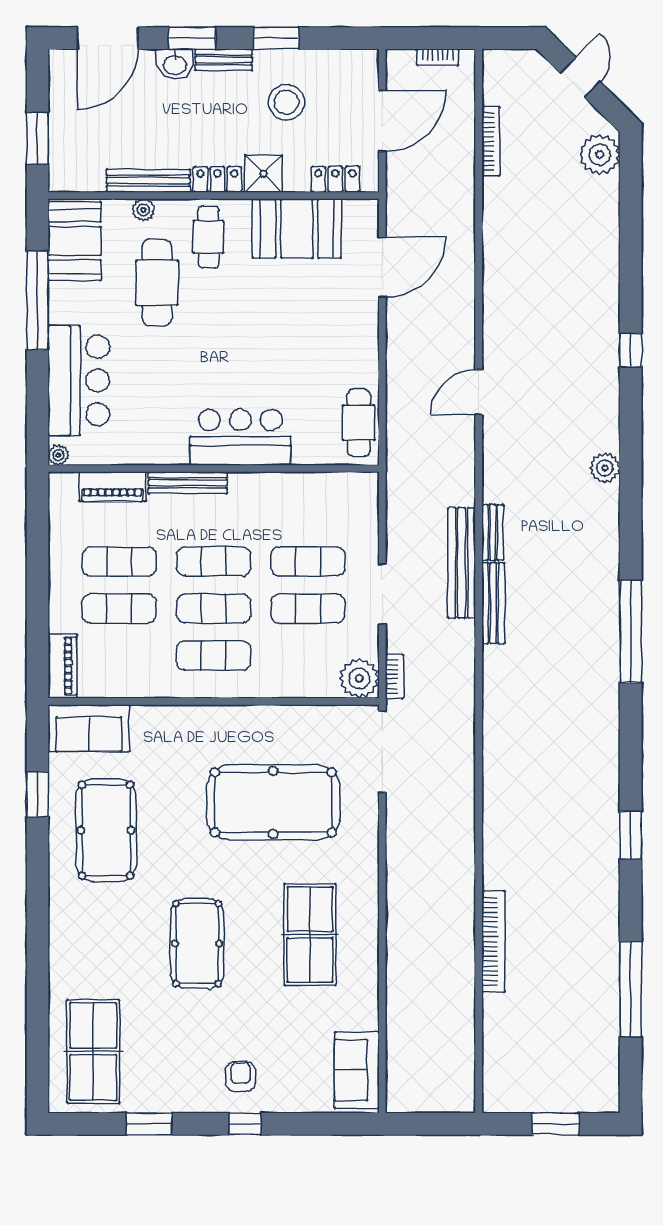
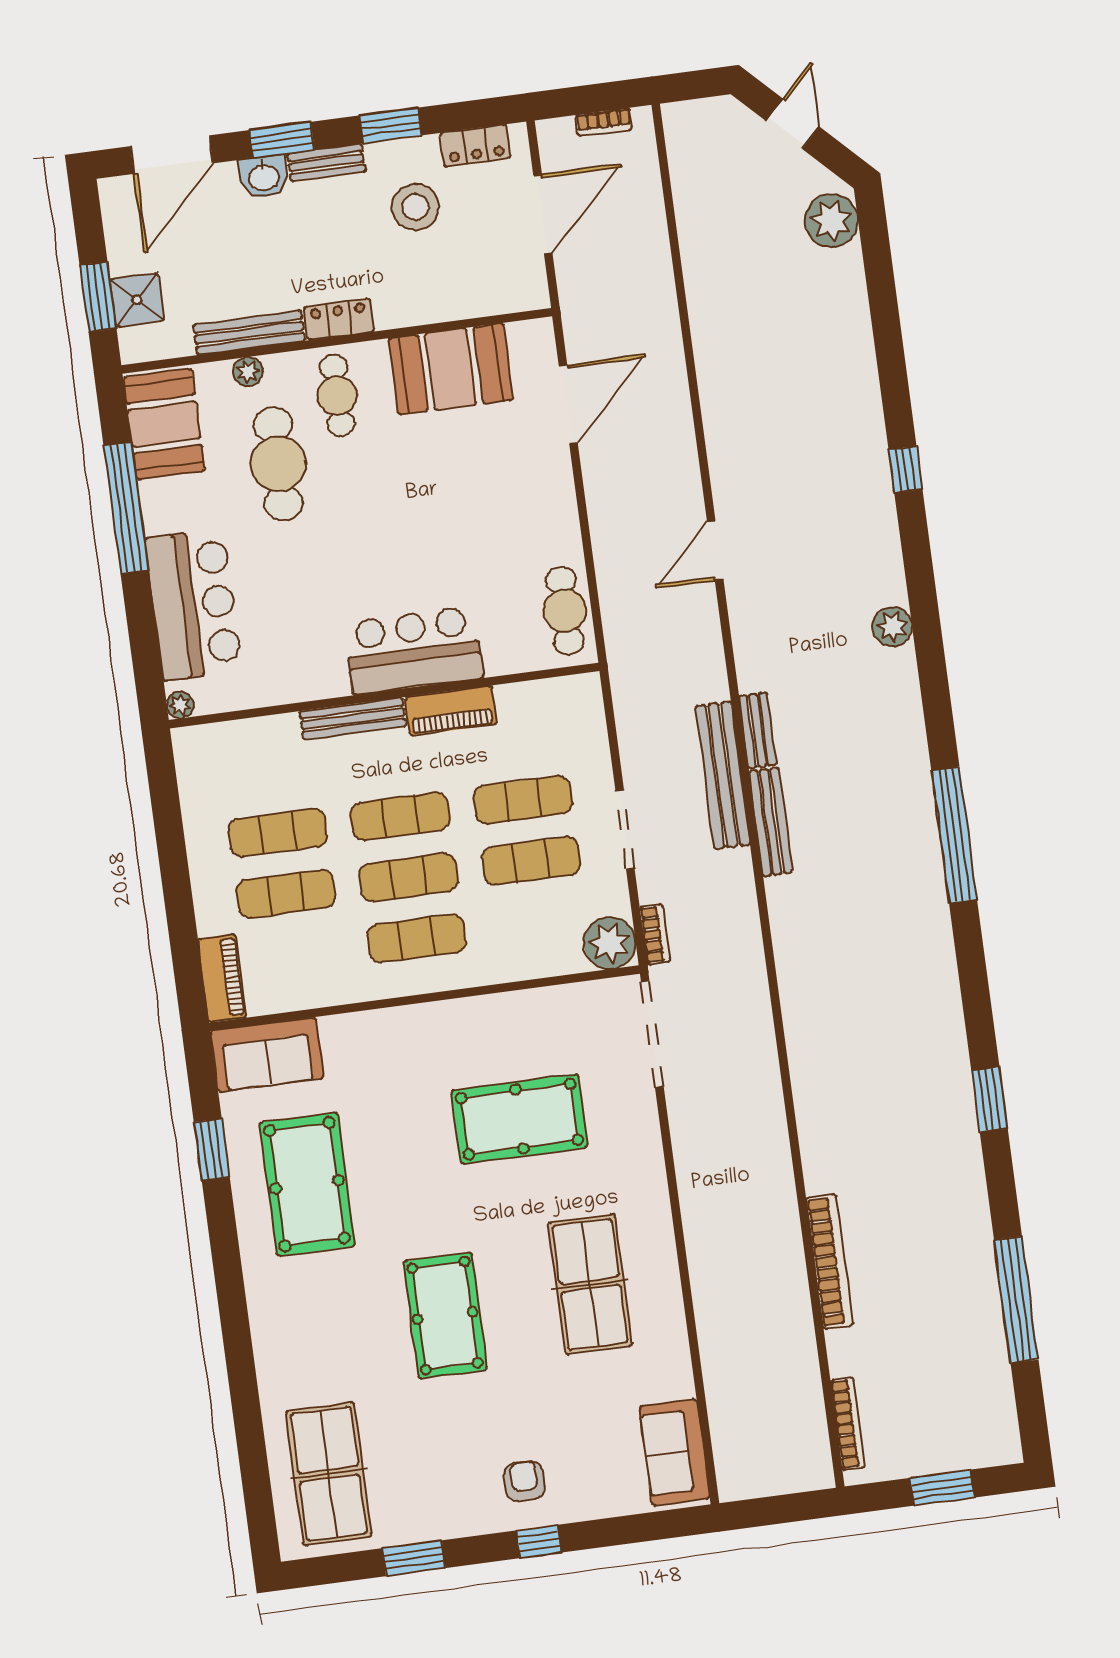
bookcase: (491, 141) -> (848, 1424), moved
shower: (264, 174) -> (137, 300), moved
locker: (335, 179) -> (475, 145), moved, turned 180
piano: (113, 487) -> (451, 711), moved
pool table: (273, 802) -> (519, 1119), width x0.73, depth x0.76

